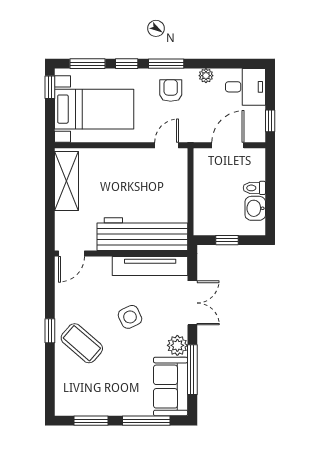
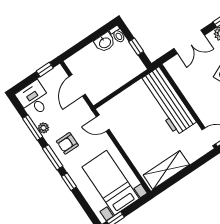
window: (88, 64) -> (33, 128), moved
door: (228, 145) -> (77, 85), hinge flipped
toilet: (254, 188) -> (118, 34), moved
tv unit: (150, 266) -> (184, 83), removed
double door: (192, 303) -> (189, 42), swing flipped

